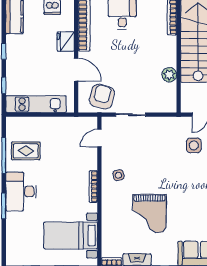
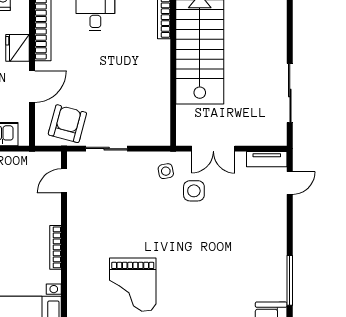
door: (76, 70) -> (32, 87), hinge flipped
plant: (169, 75) -> (160, 94), removed
side table: (118, 175) -> (166, 171), moved

